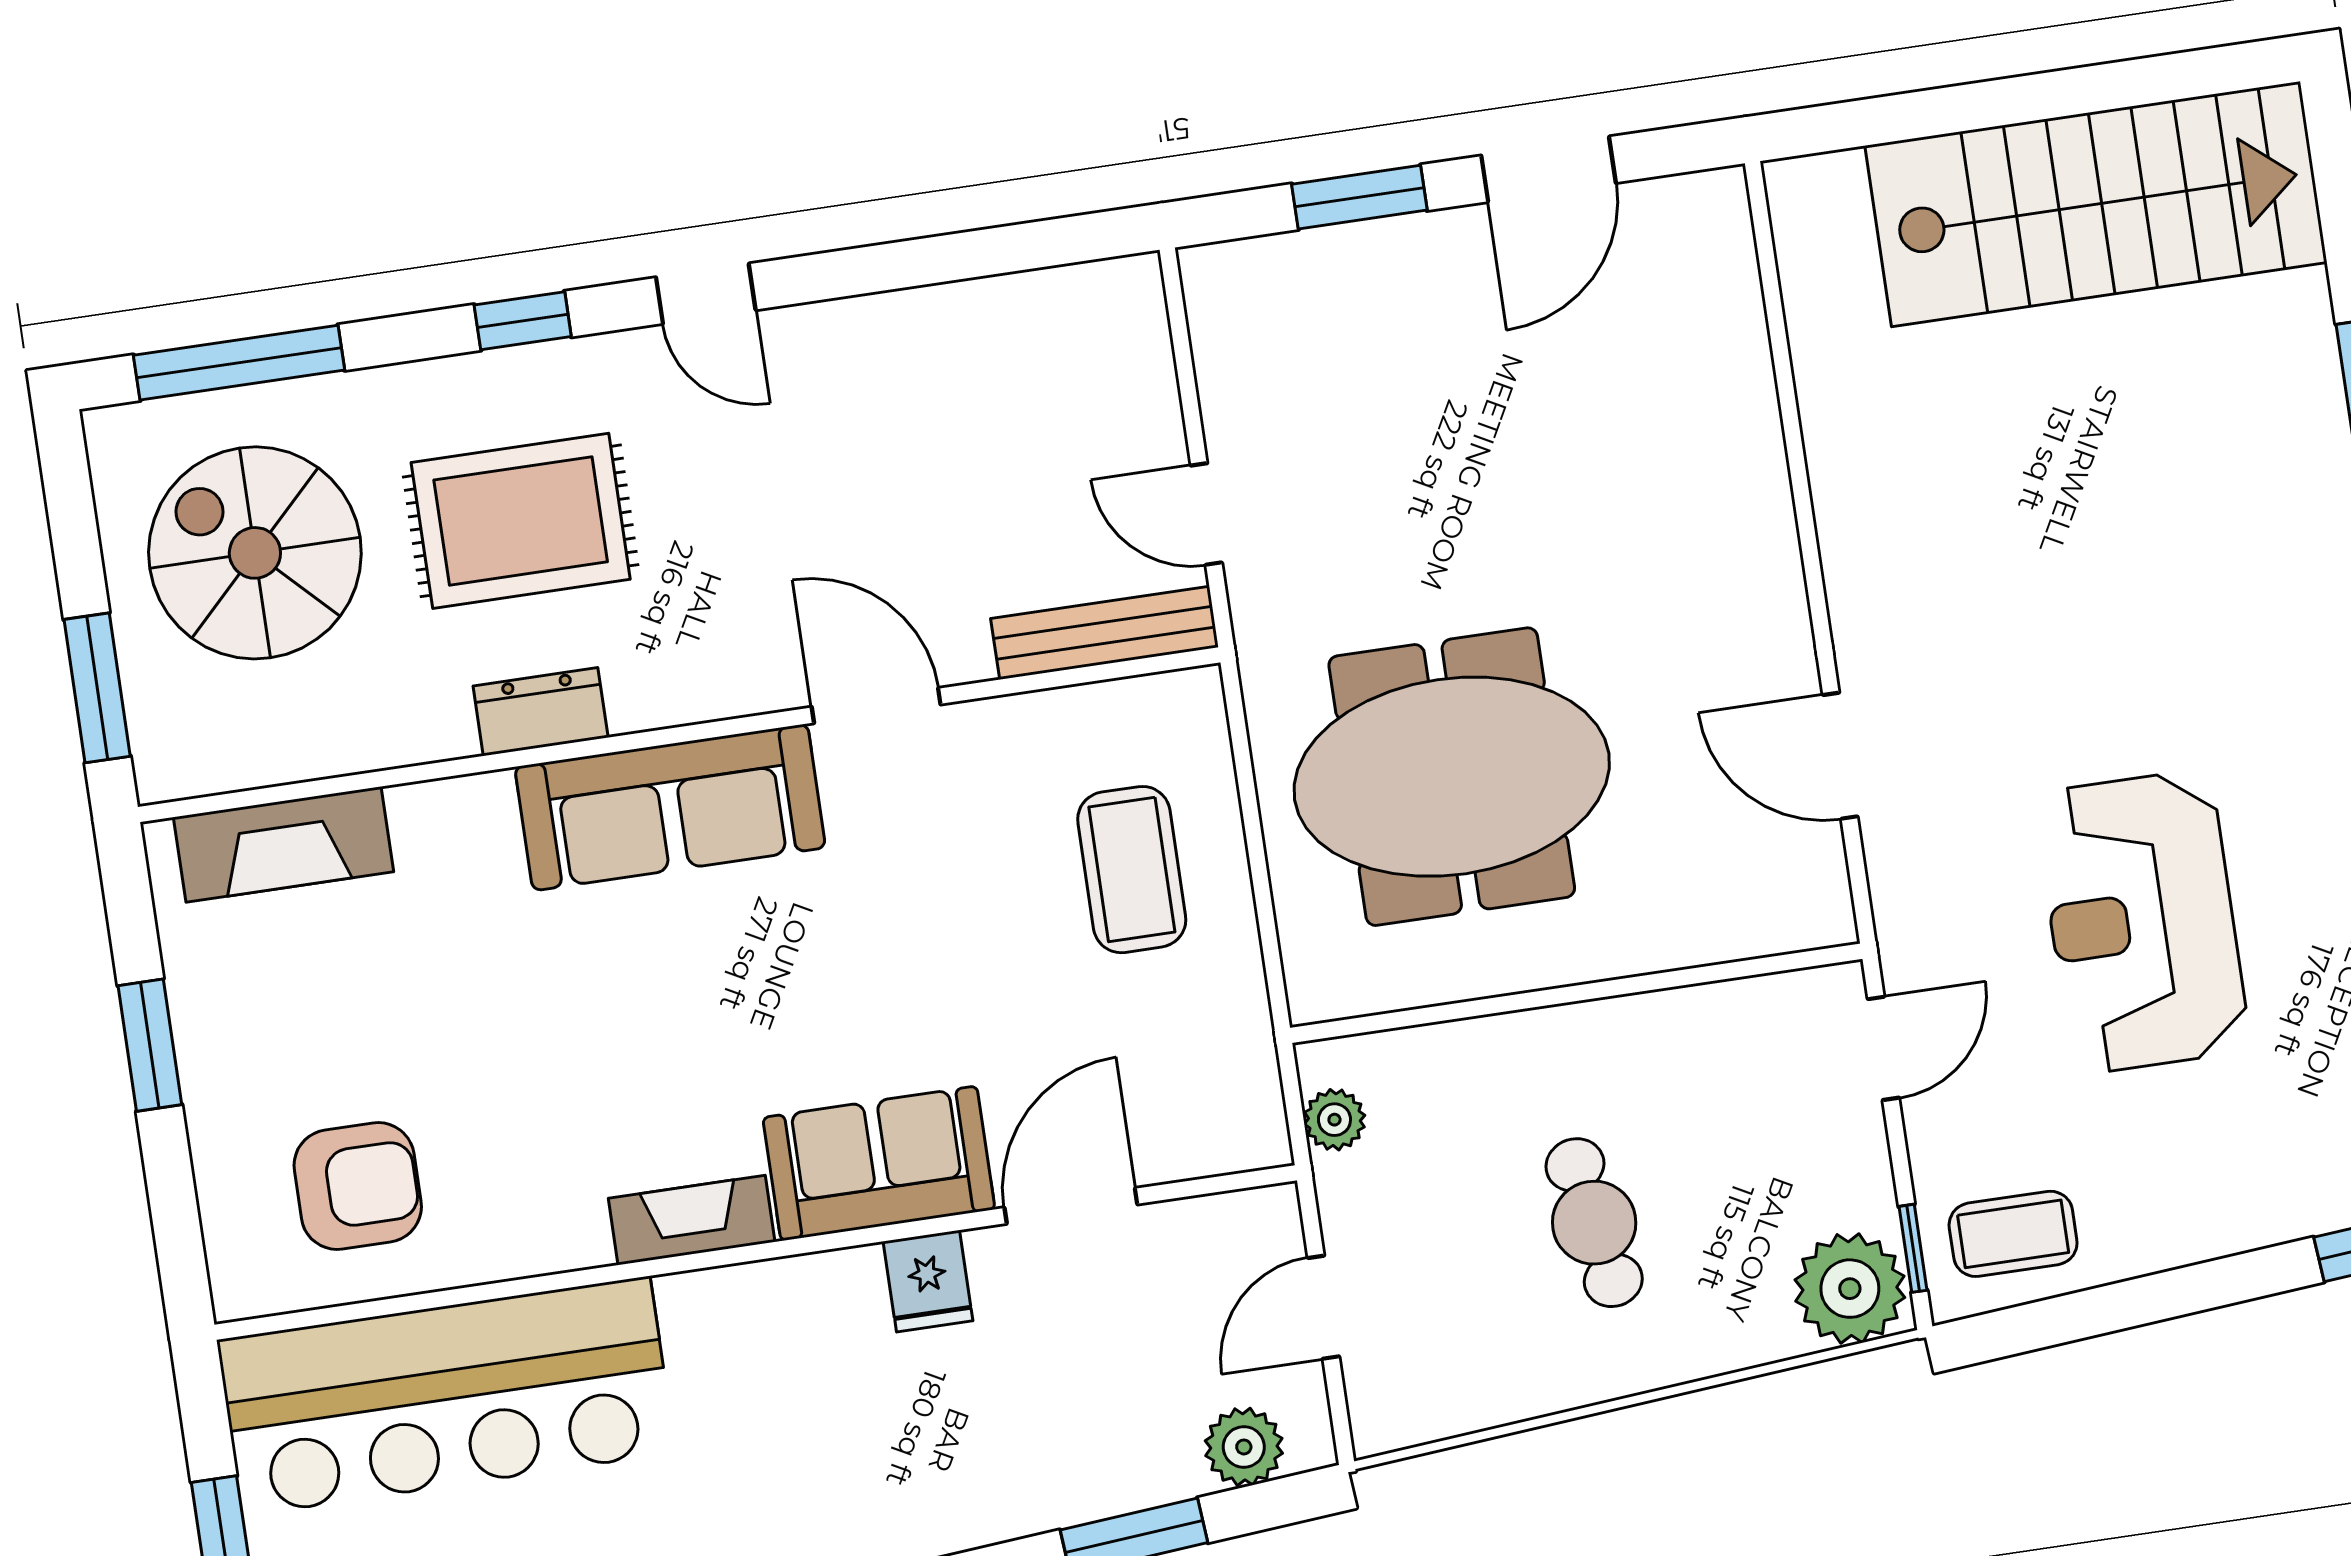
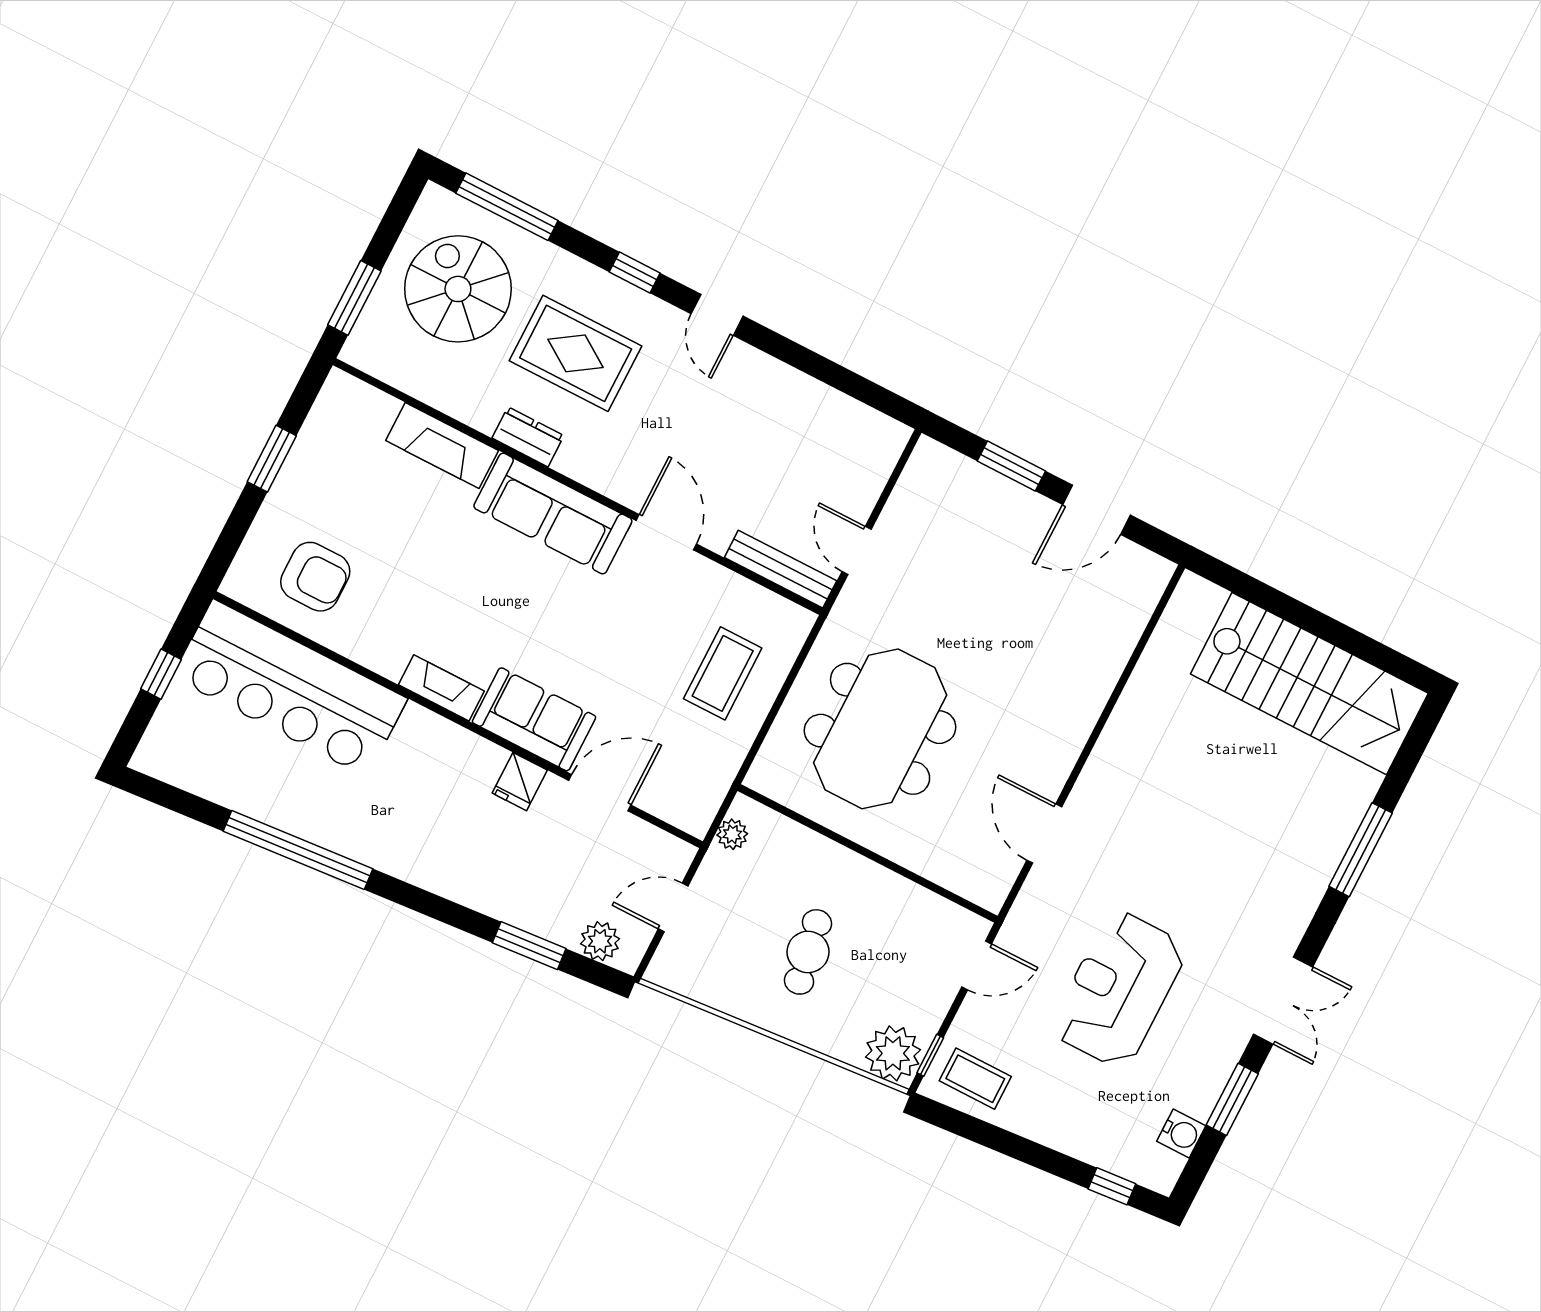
meeting table: (1452, 777) -> (880, 729), turned 90
fireplace: (283, 844) -> (442, 445), moved

